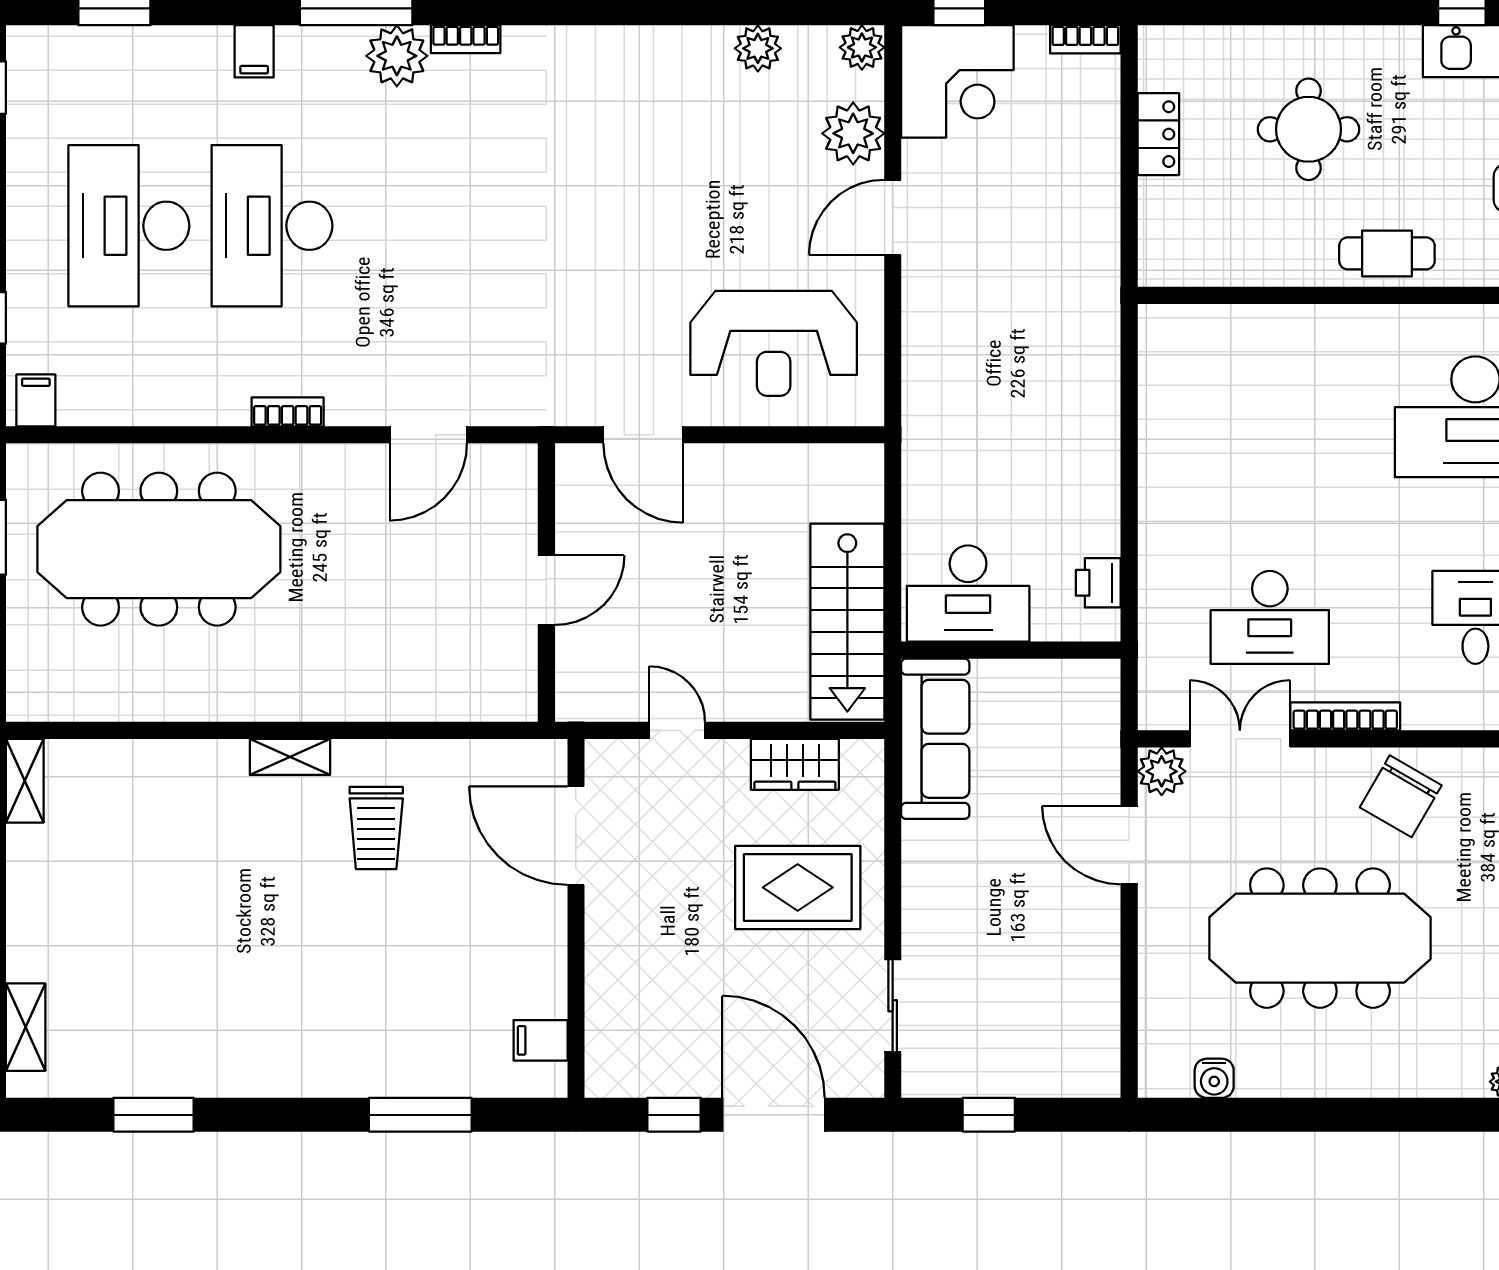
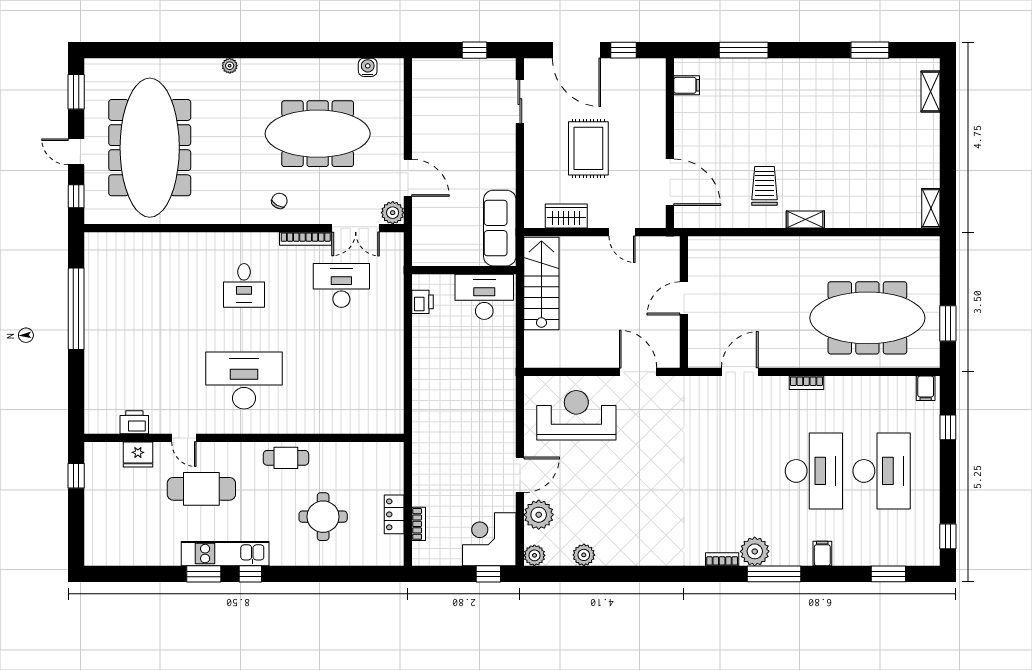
bookcase: (1085, 39) -> (419, 524), moved, turned 90
chair: (1401, 796) -> (279, 201), width x0.54, depth x0.54
rug: (798, 887) -> (588, 148), moved, turned 90

